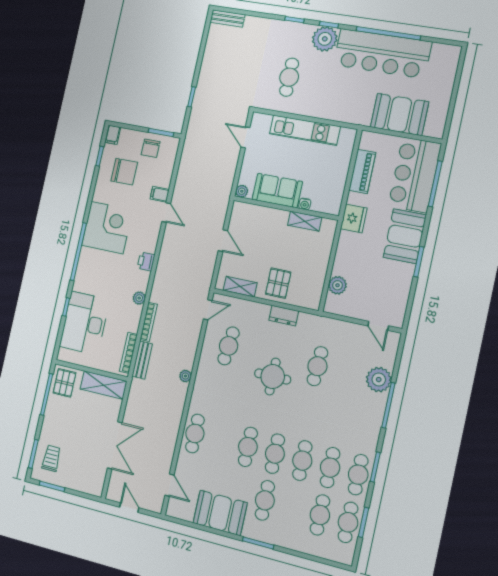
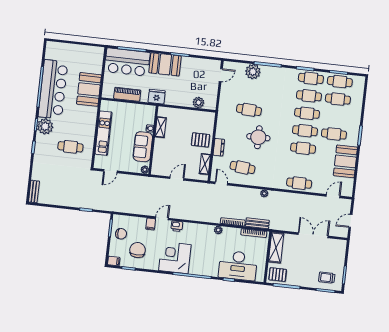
booth: (399, 114) -> (89, 89), moved
printer: (146, 262) -> (177, 226), moved
dresser: (284, 316) -> (219, 147), moved

